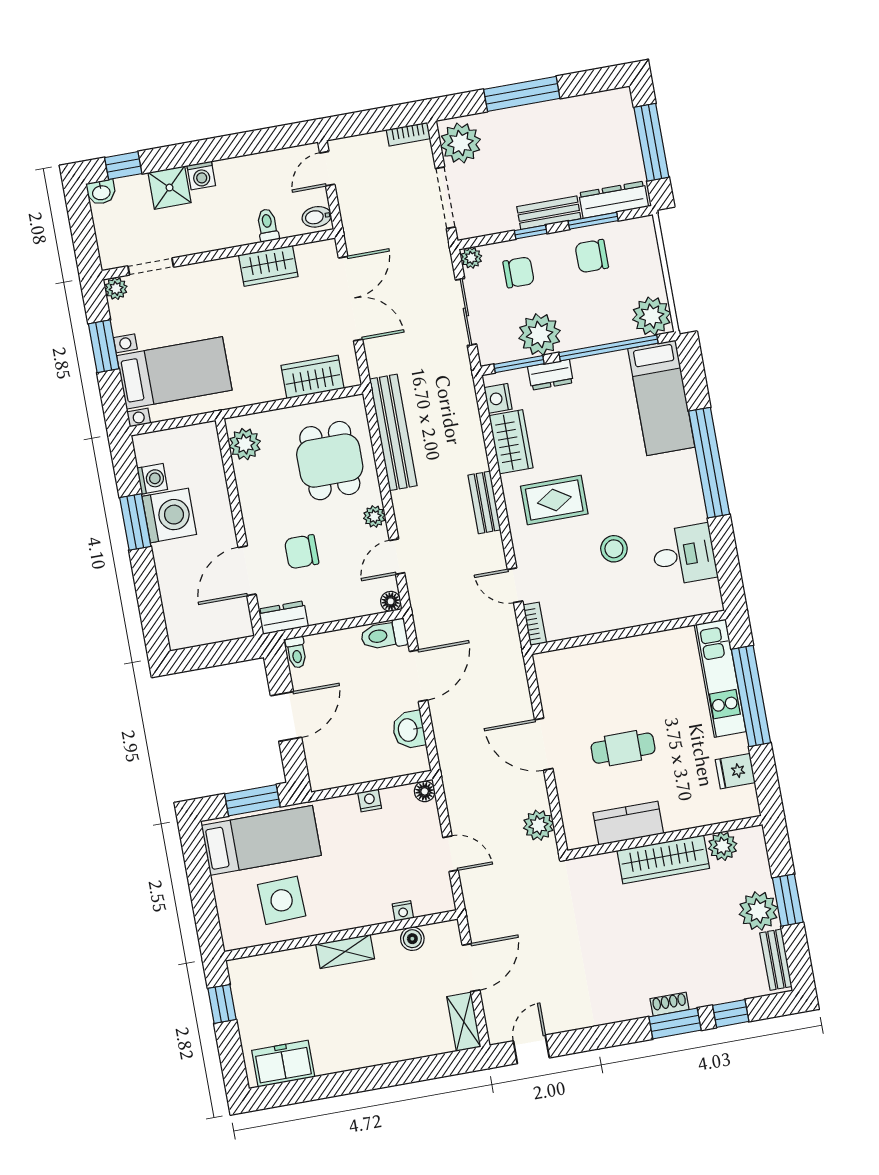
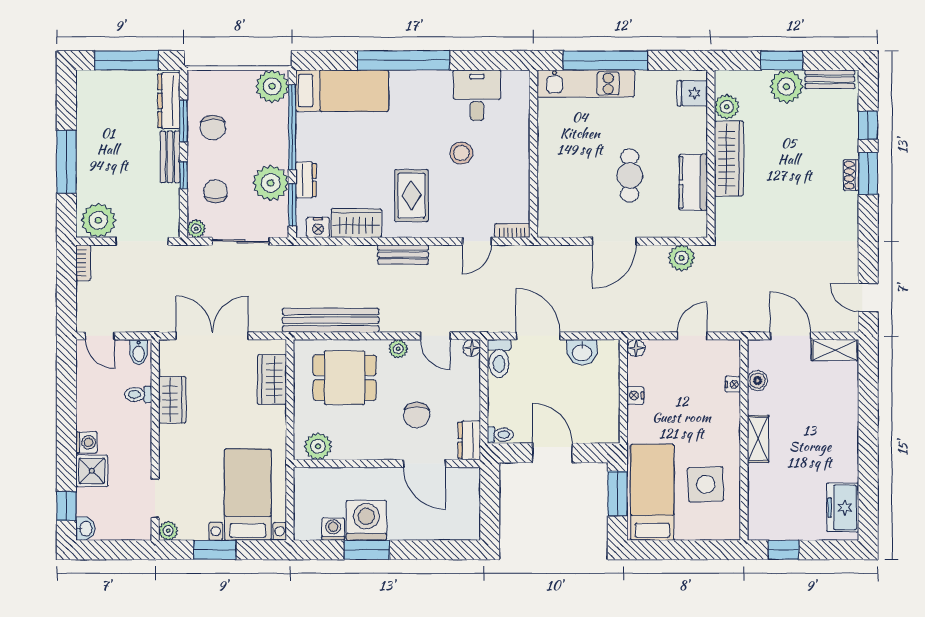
fridge: (735, 771) -> (692, 93), moved, turned 90

